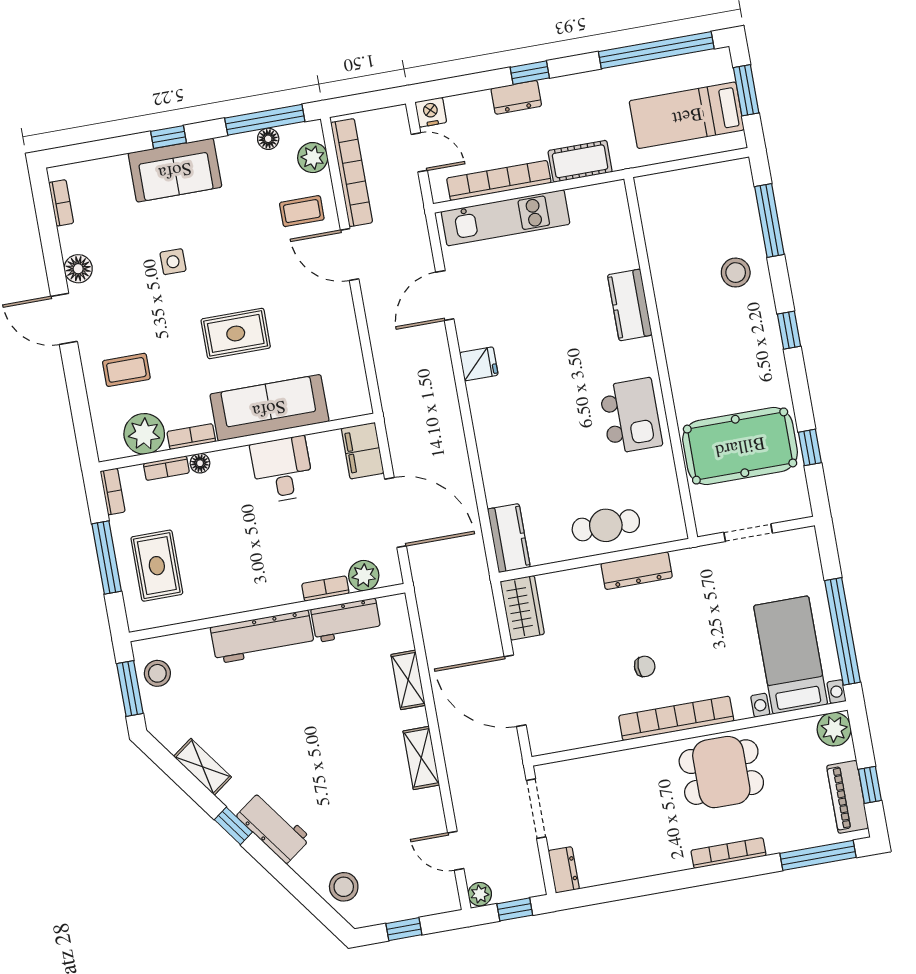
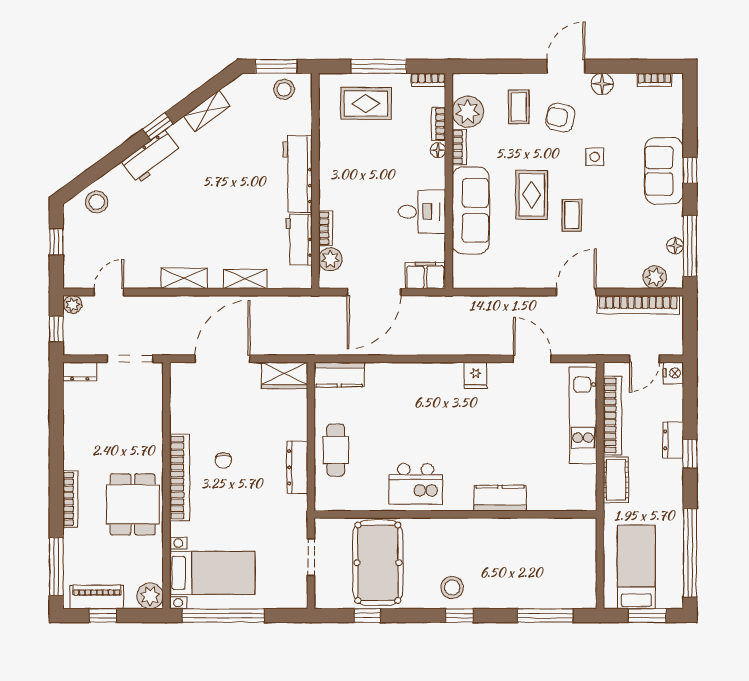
coffee table: (302, 211) -> (572, 215), moved
stool: (736, 273) -> (452, 587), moved
armchair: (131, 314) -> (560, 118), added

